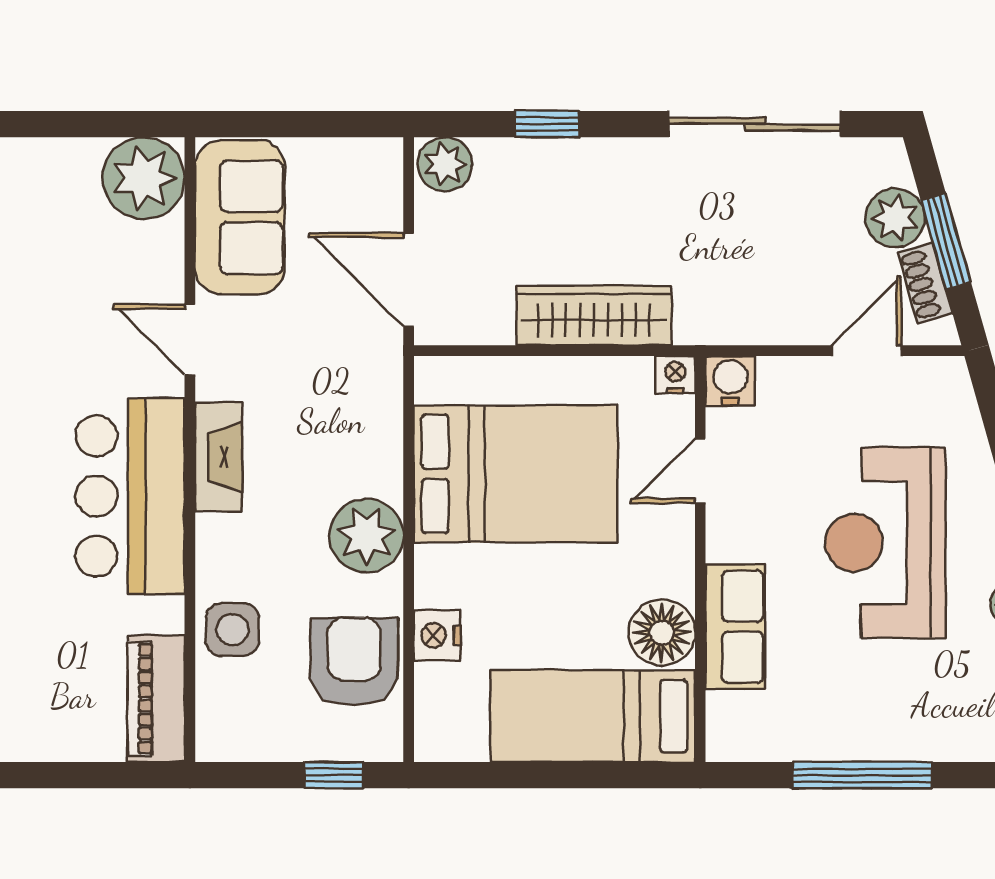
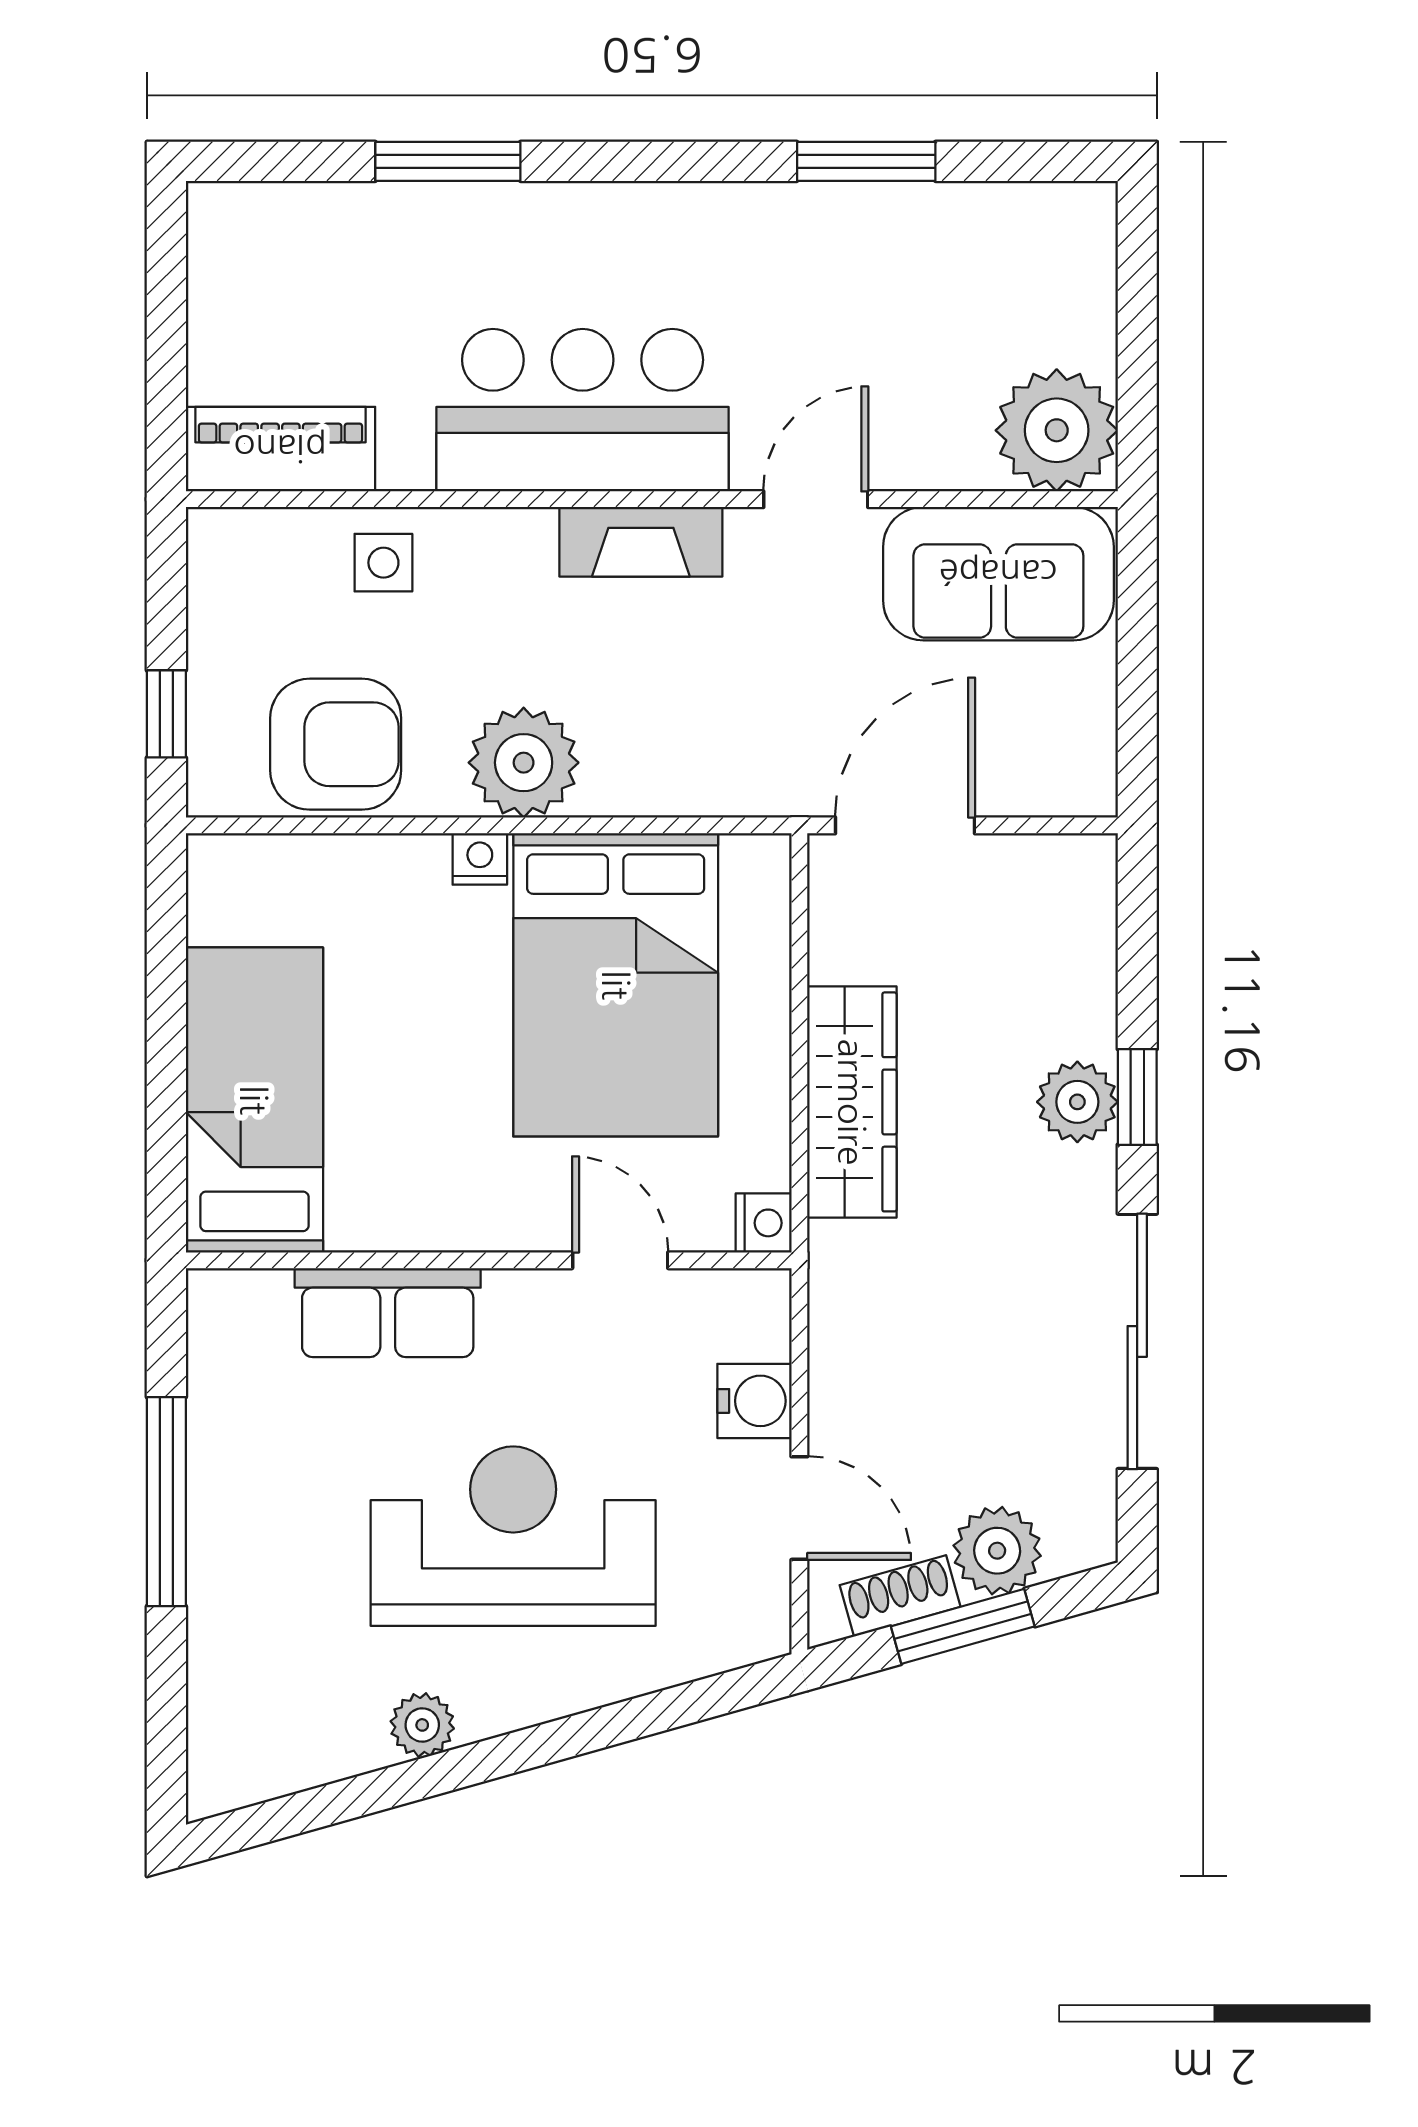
window: (547, 124) -> (1137, 1097), moved
plant: (445, 164) -> (1077, 1102), moved
water cooler: (730, 381) -> (754, 1401), moved
side table: (232, 630) -> (383, 563), width x0.73, depth x0.73
floor lamp: (662, 633) -> (379, 1203), removed
nightstand: (437, 635) -> (480, 859), moved, width x0.72, depth x0.74

